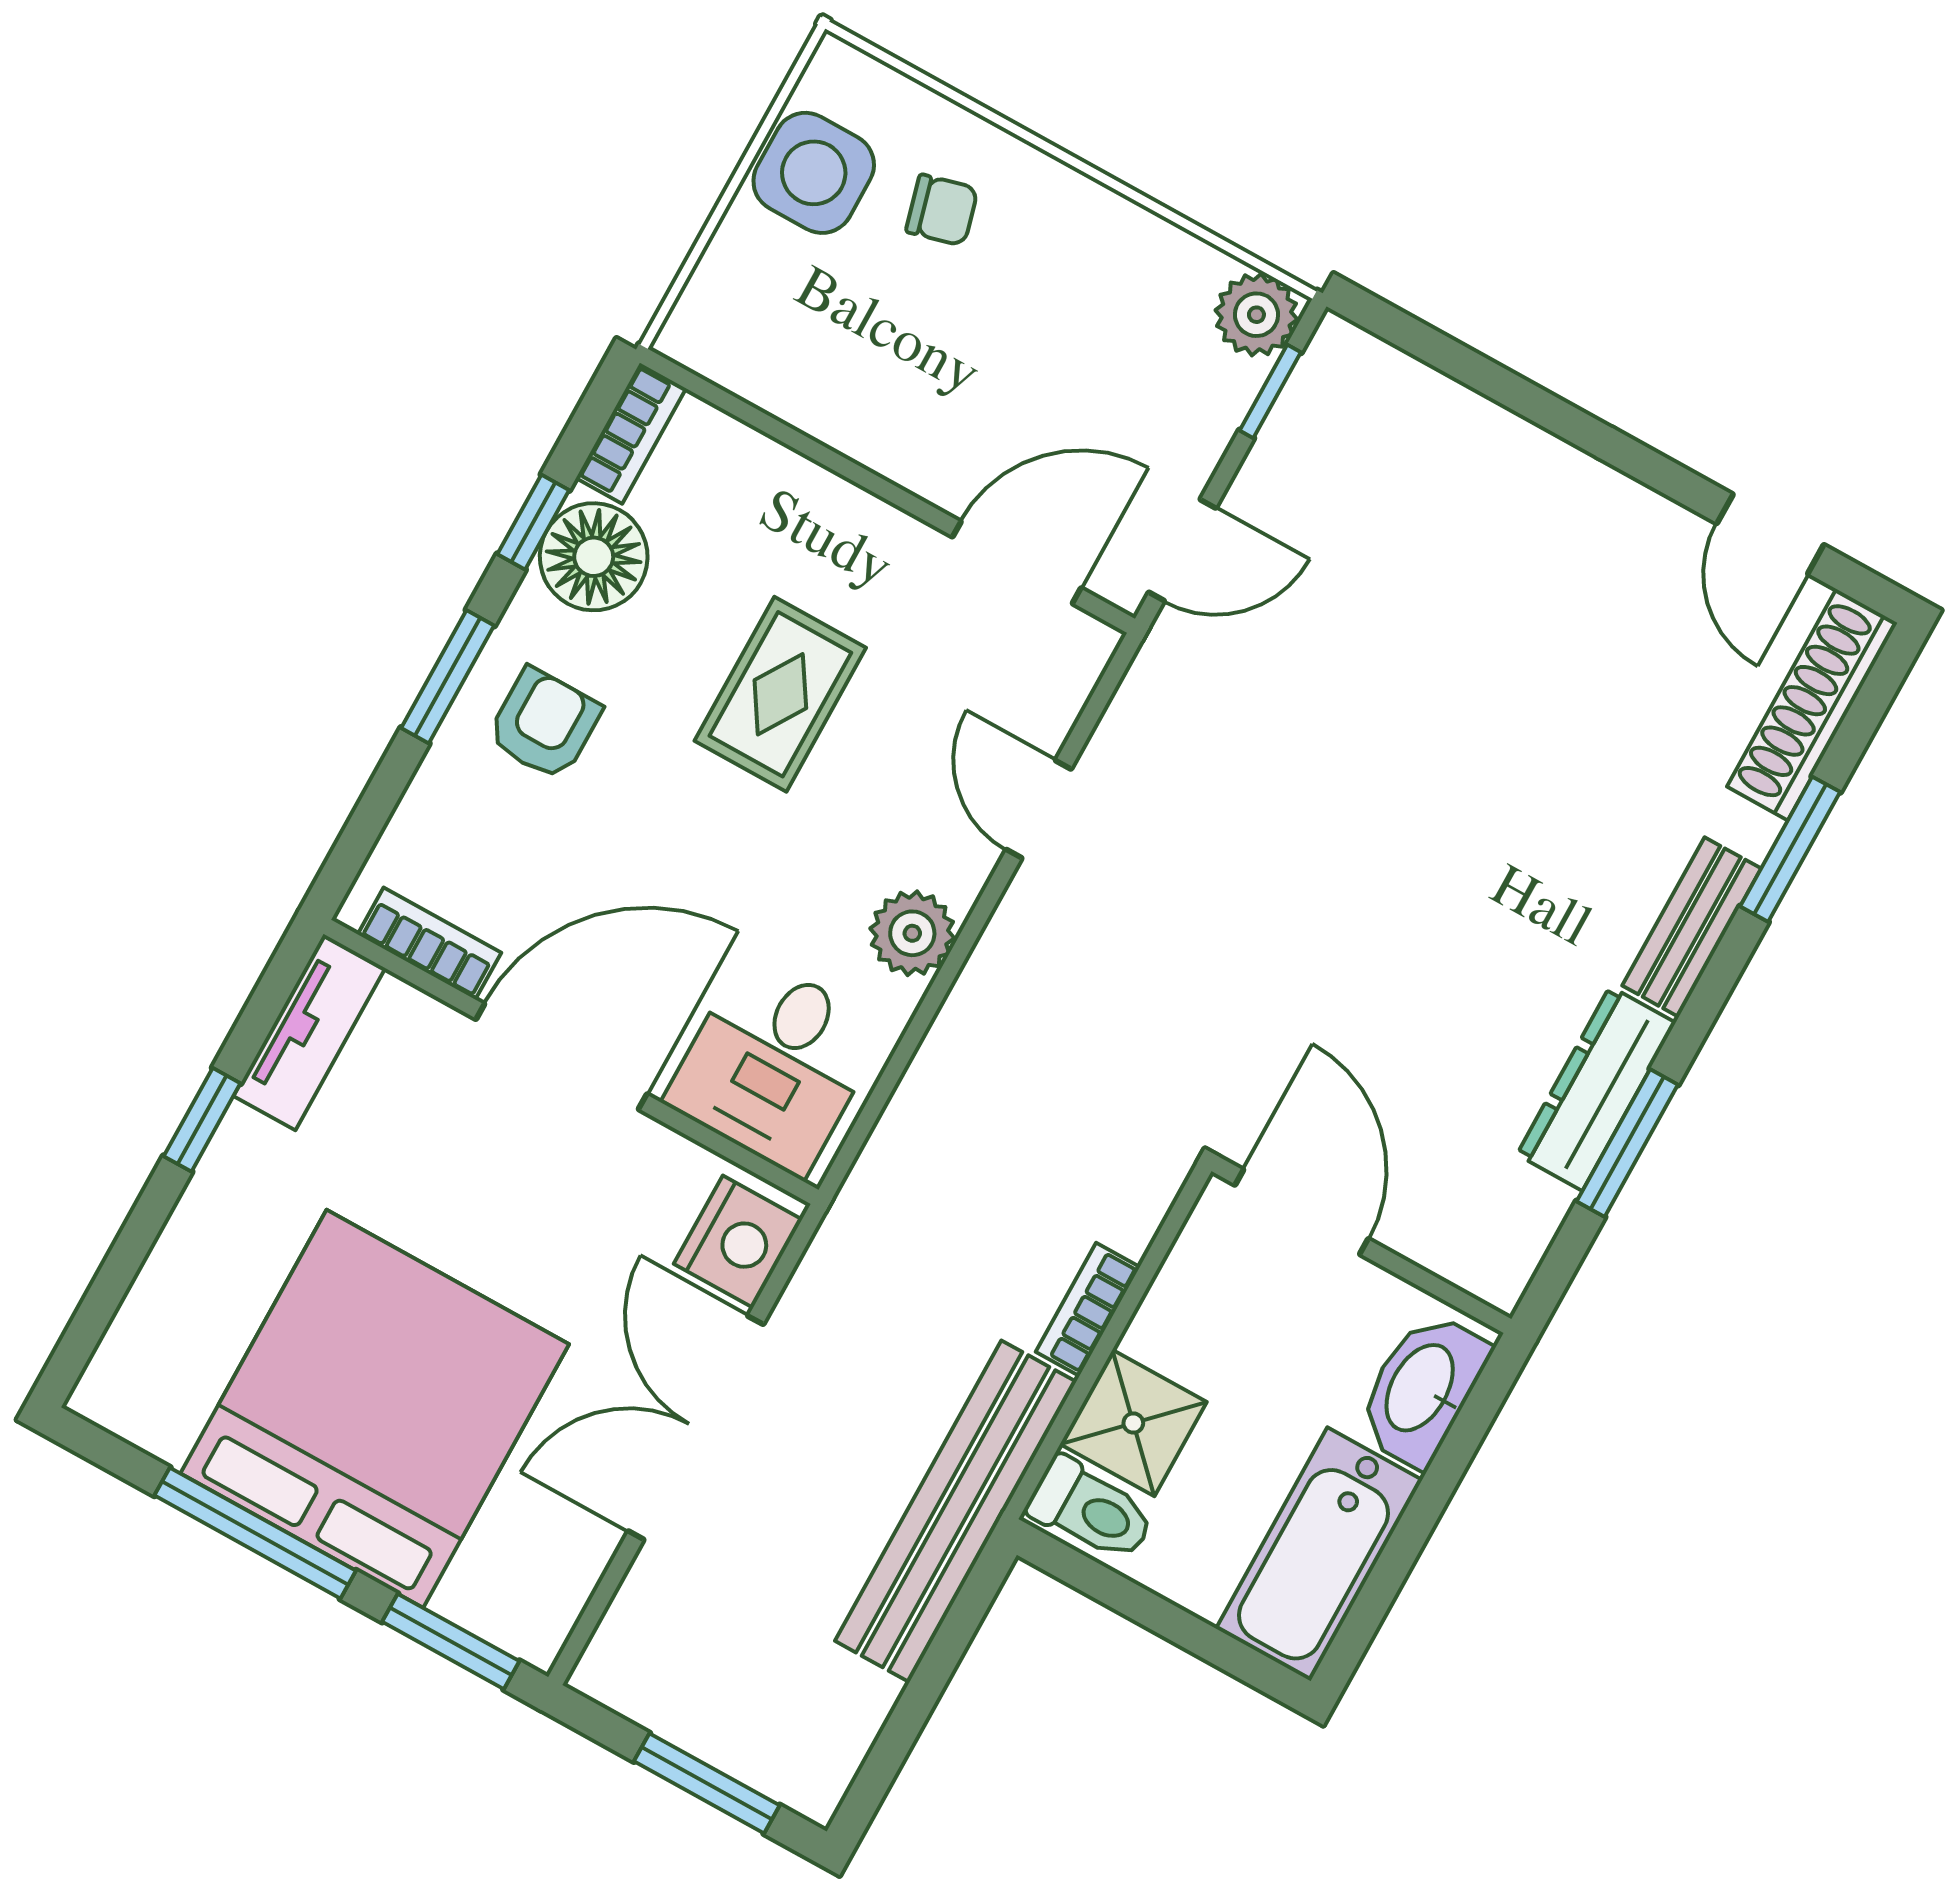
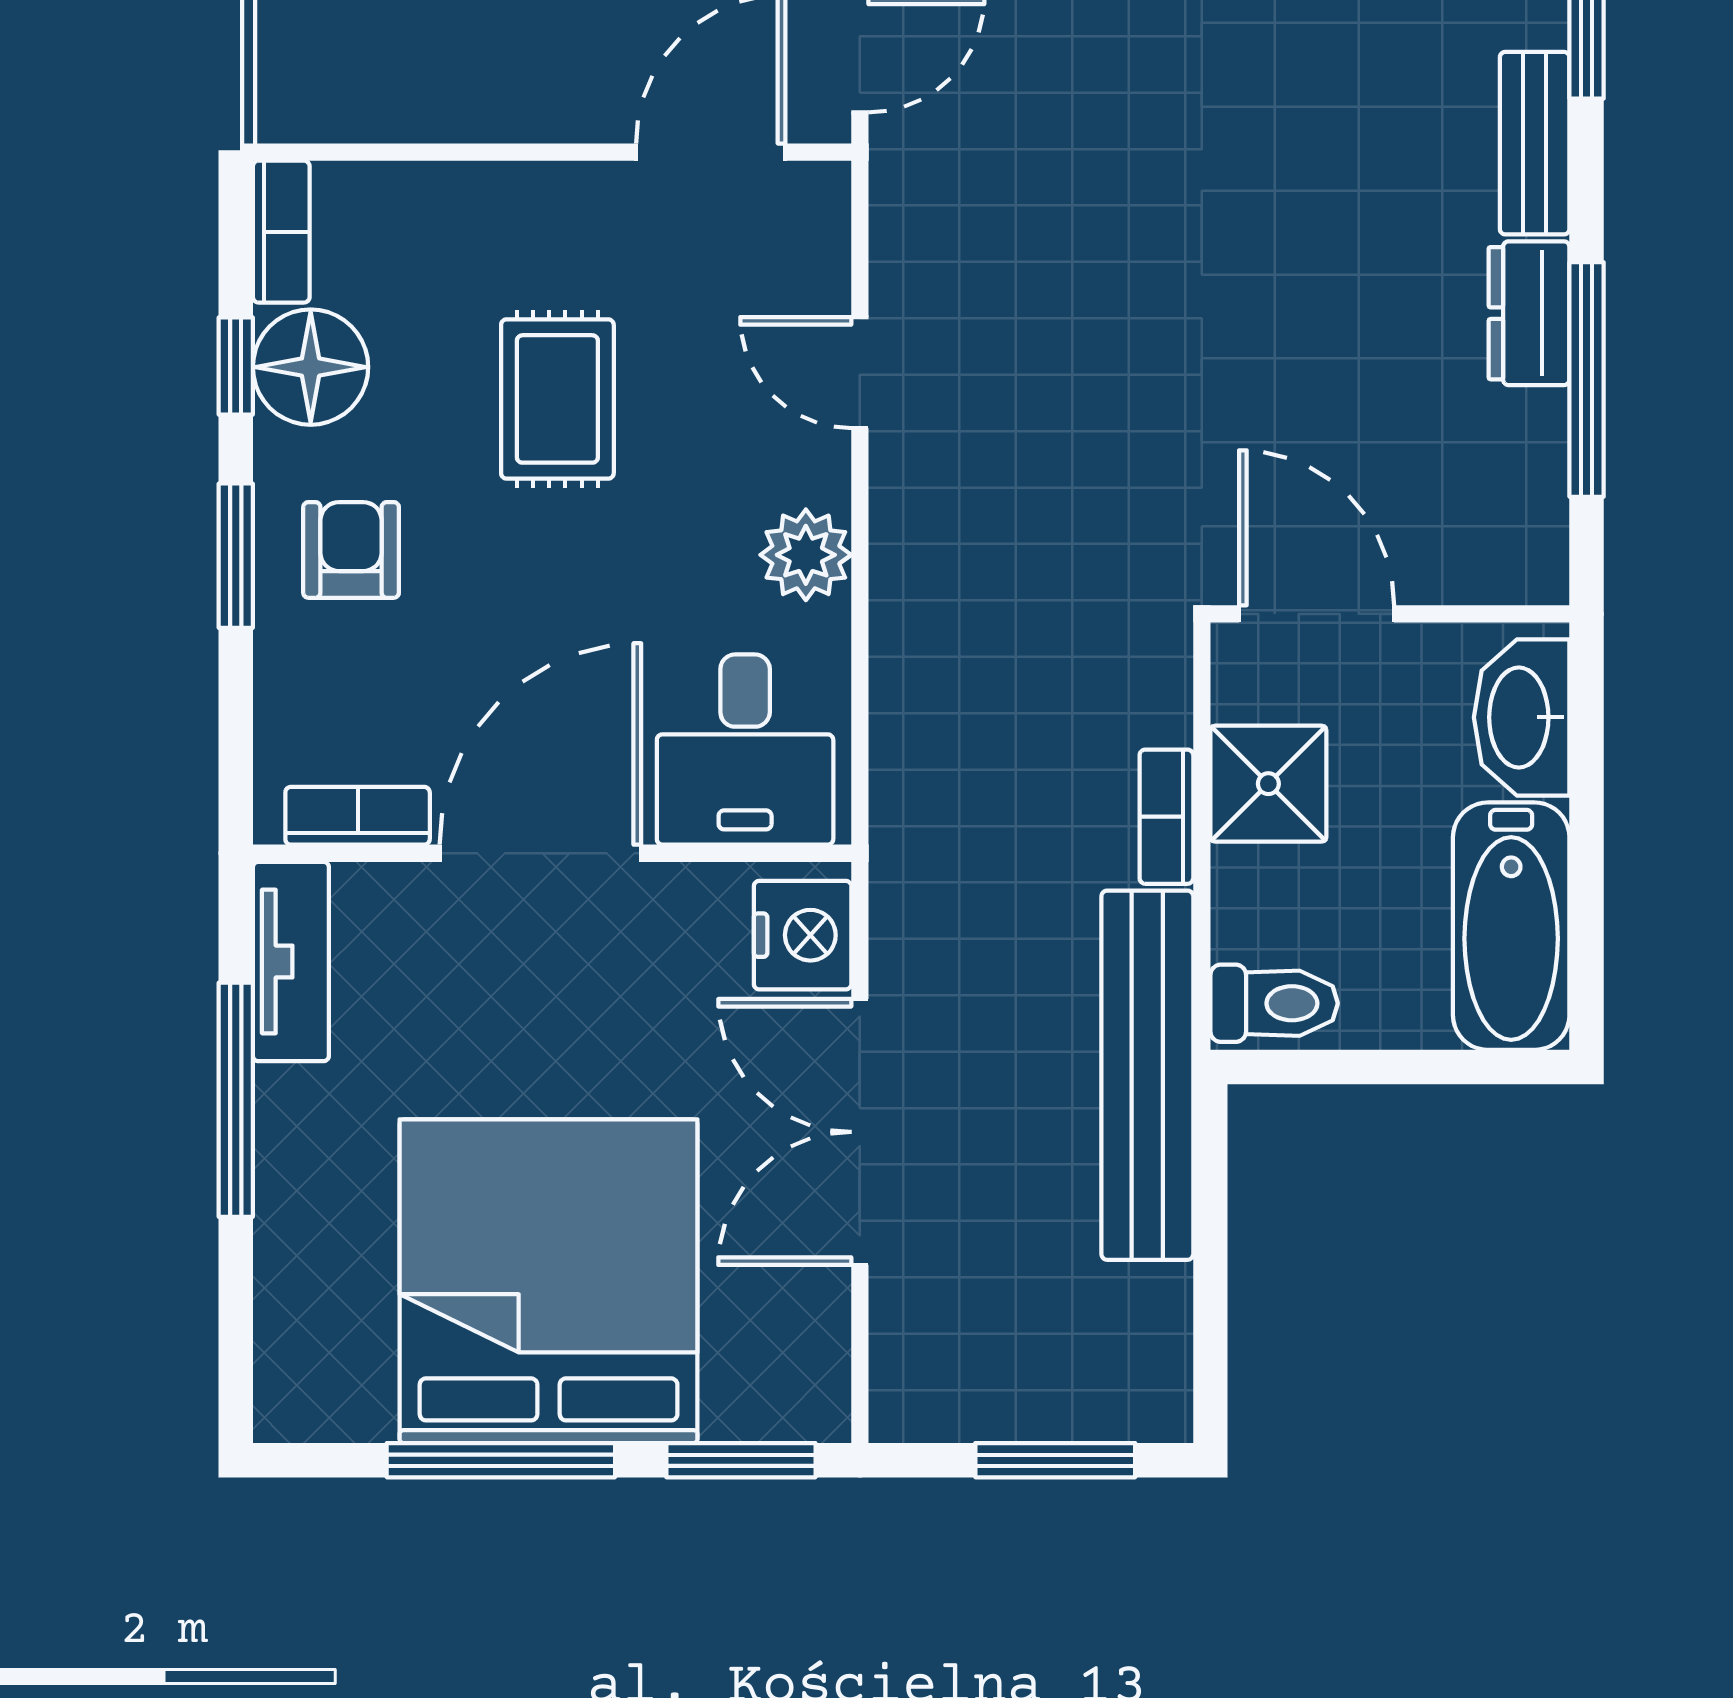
dresser: (1596, 1089) -> (1529, 313), width x0.70
window: (202, 1120) -> (236, 1100), width x2.17
window: (1627, 1143) -> (1587, 380), width x1.44
shower: (1133, 1423) -> (1268, 784), moved

